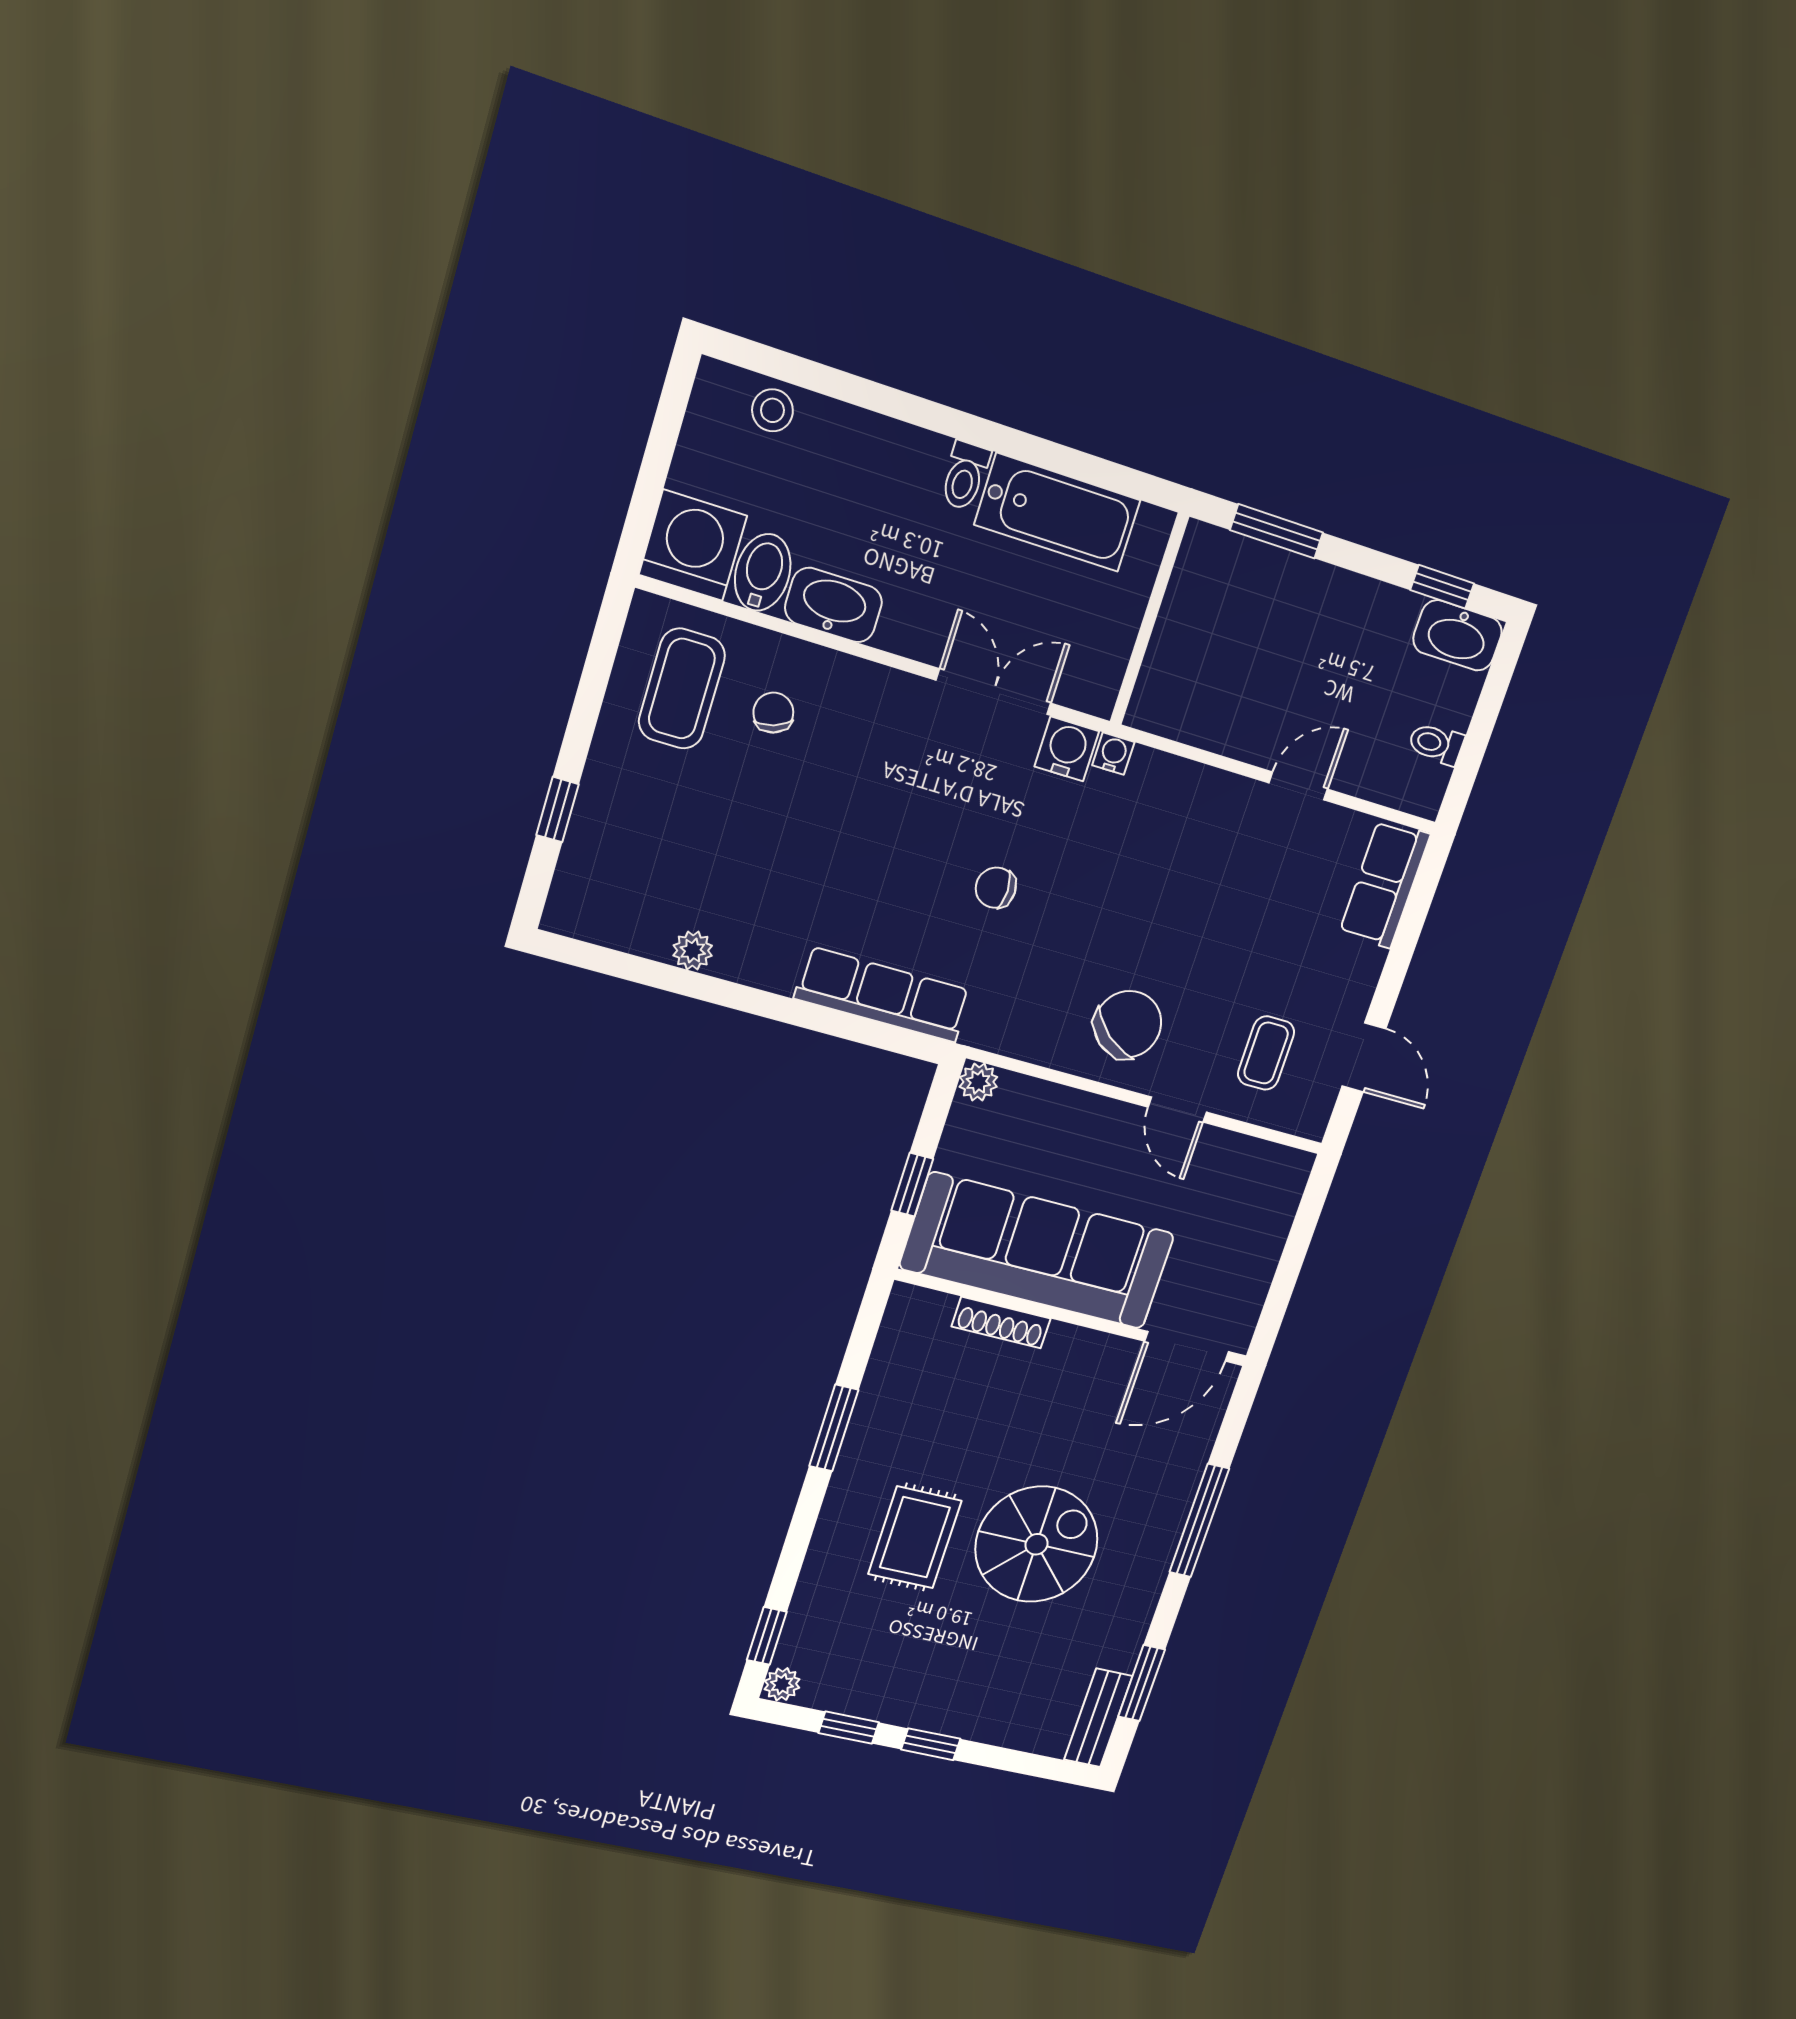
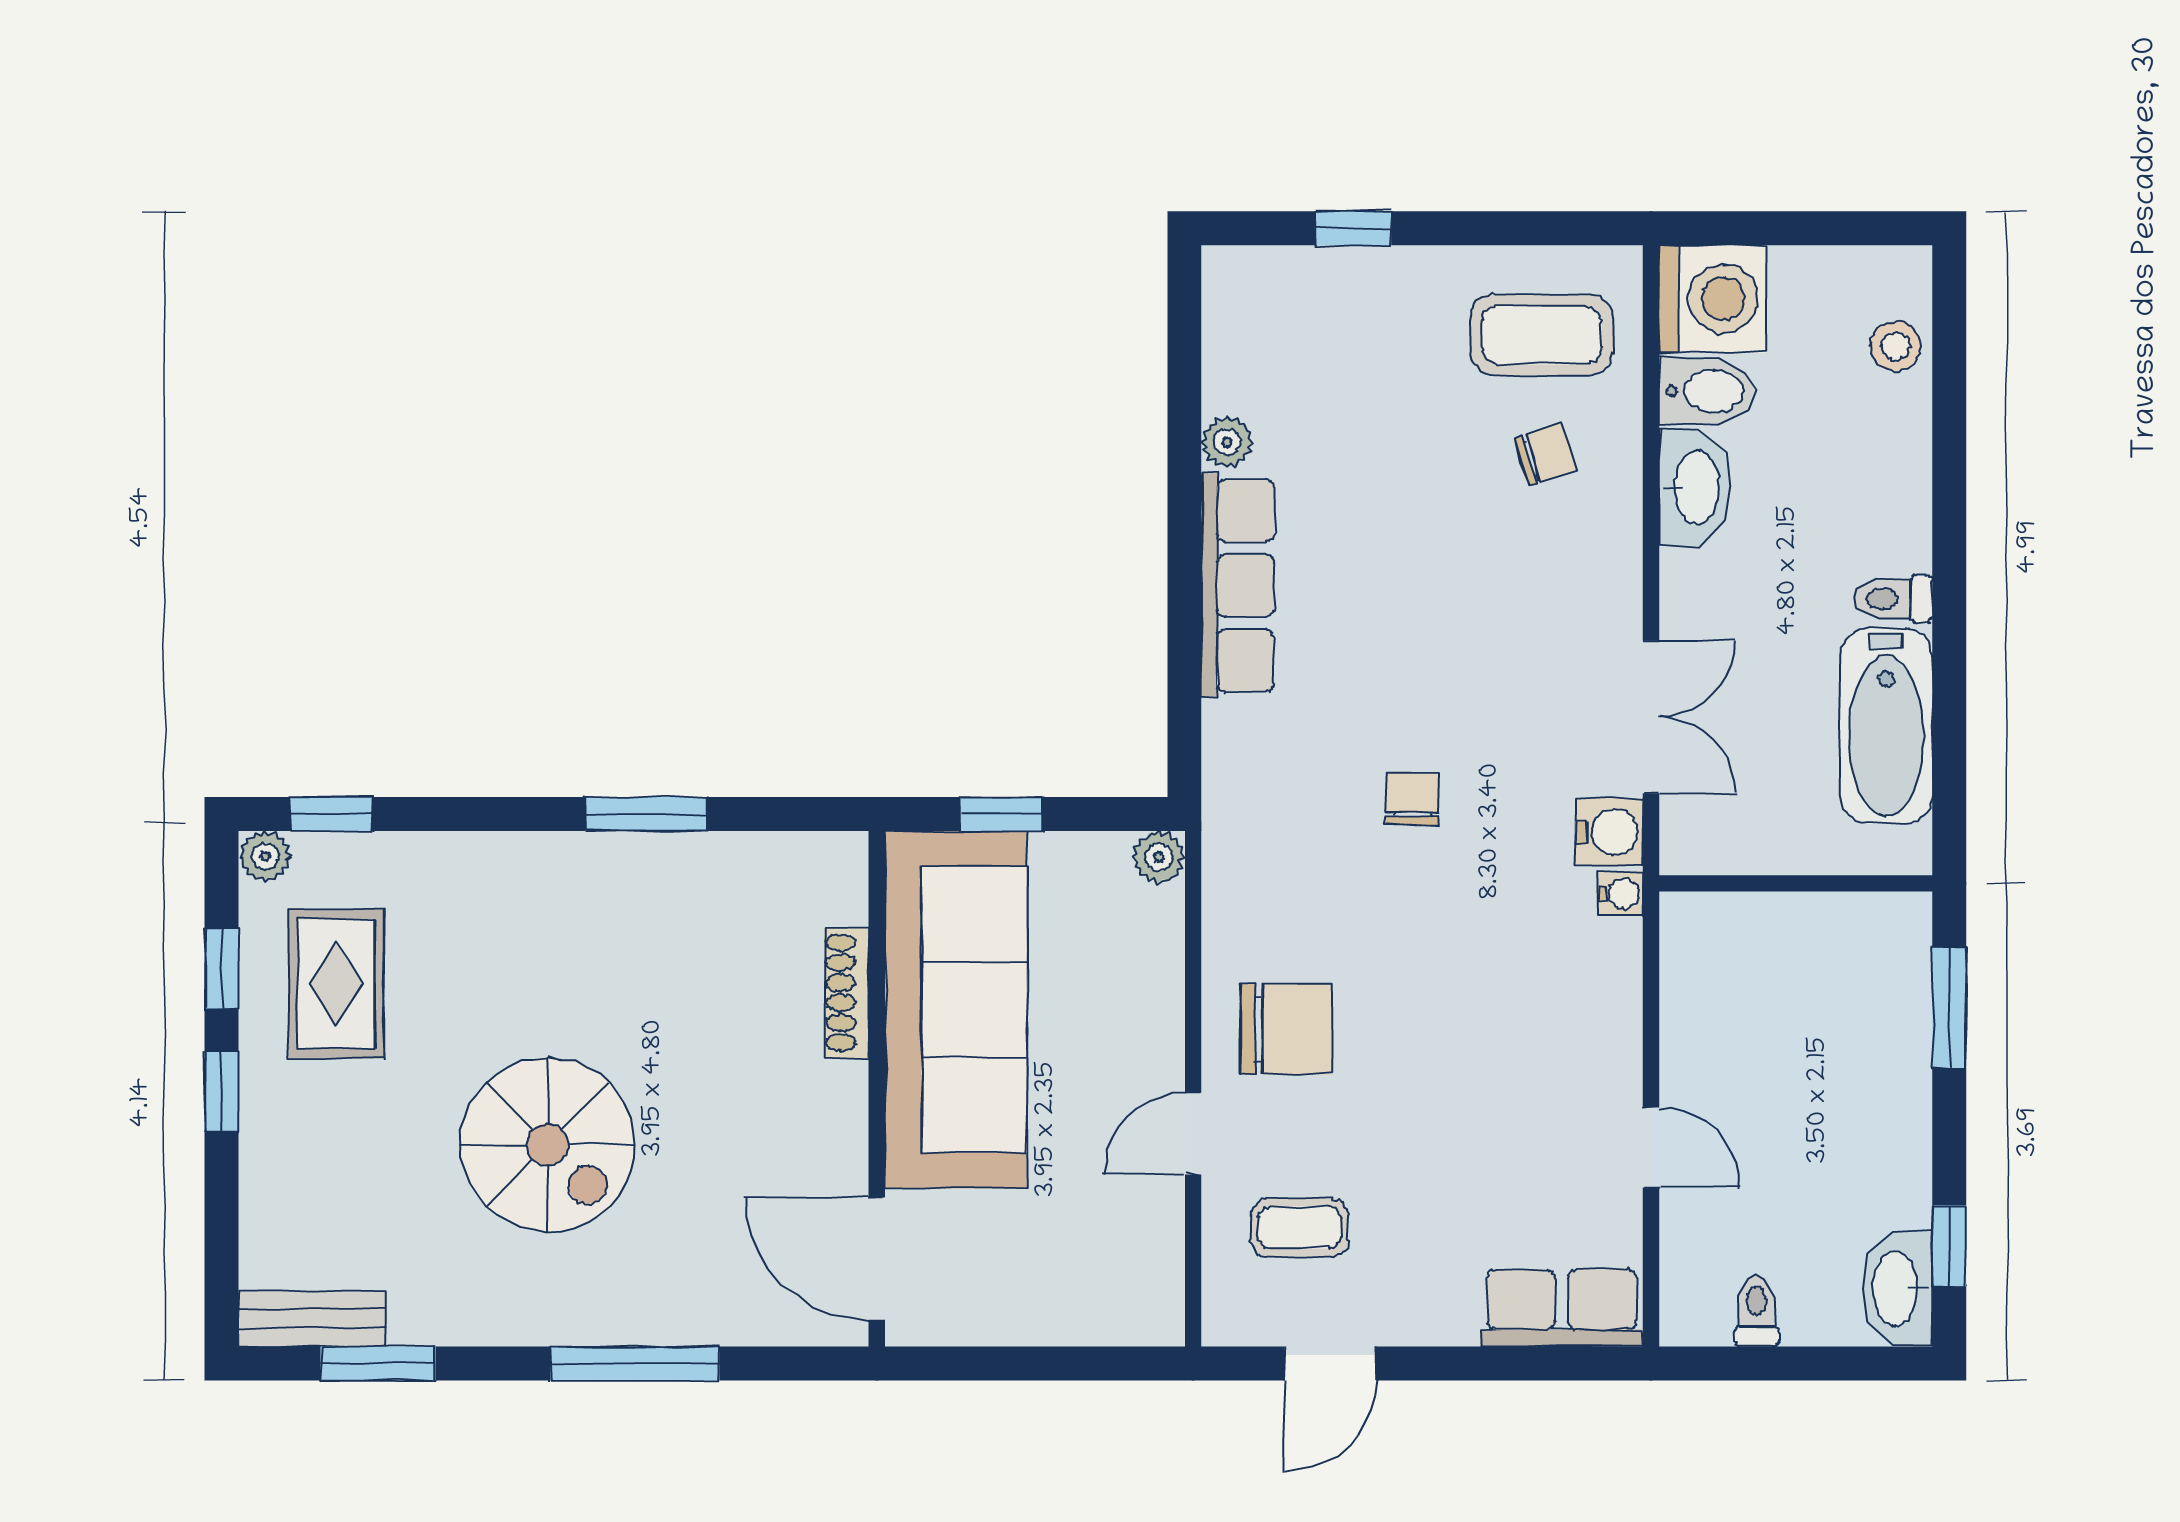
row of seats: (883, 995) -> (1238, 586), moved
chair: (1128, 1024) -> (1286, 1029), turned -39
rug: (915, 1537) -> (336, 984), moved, turned 90

